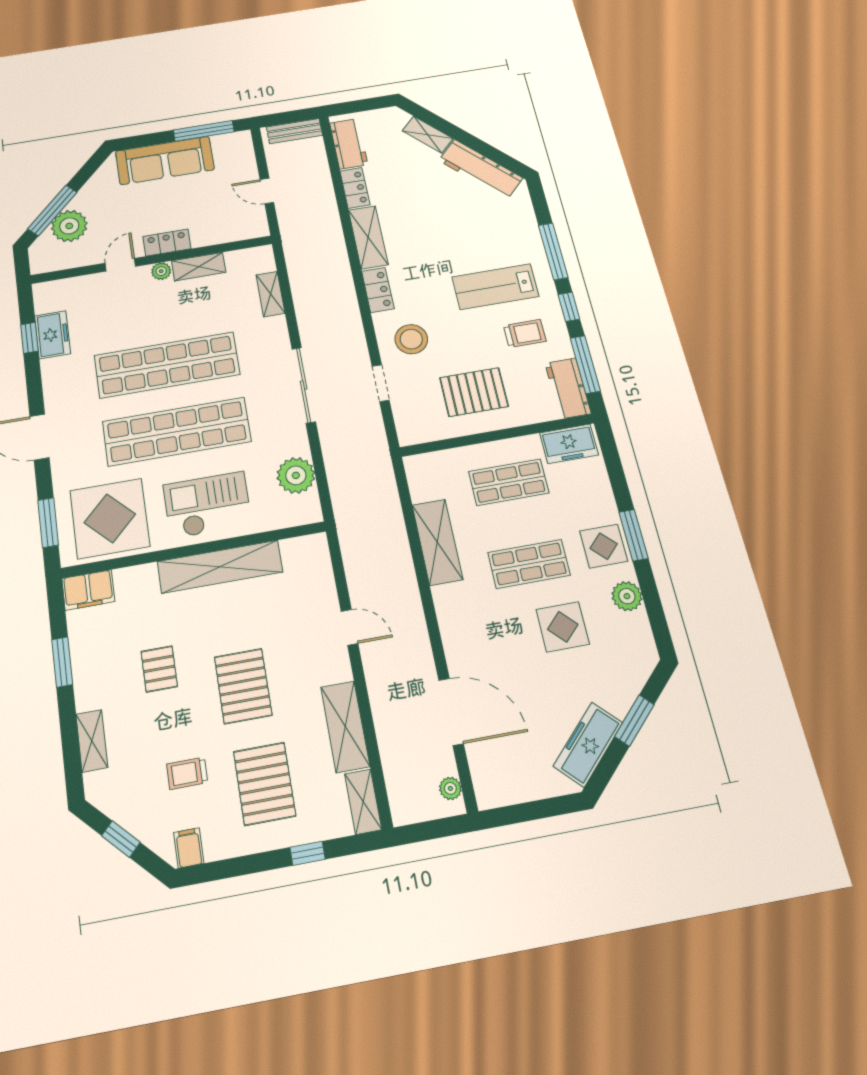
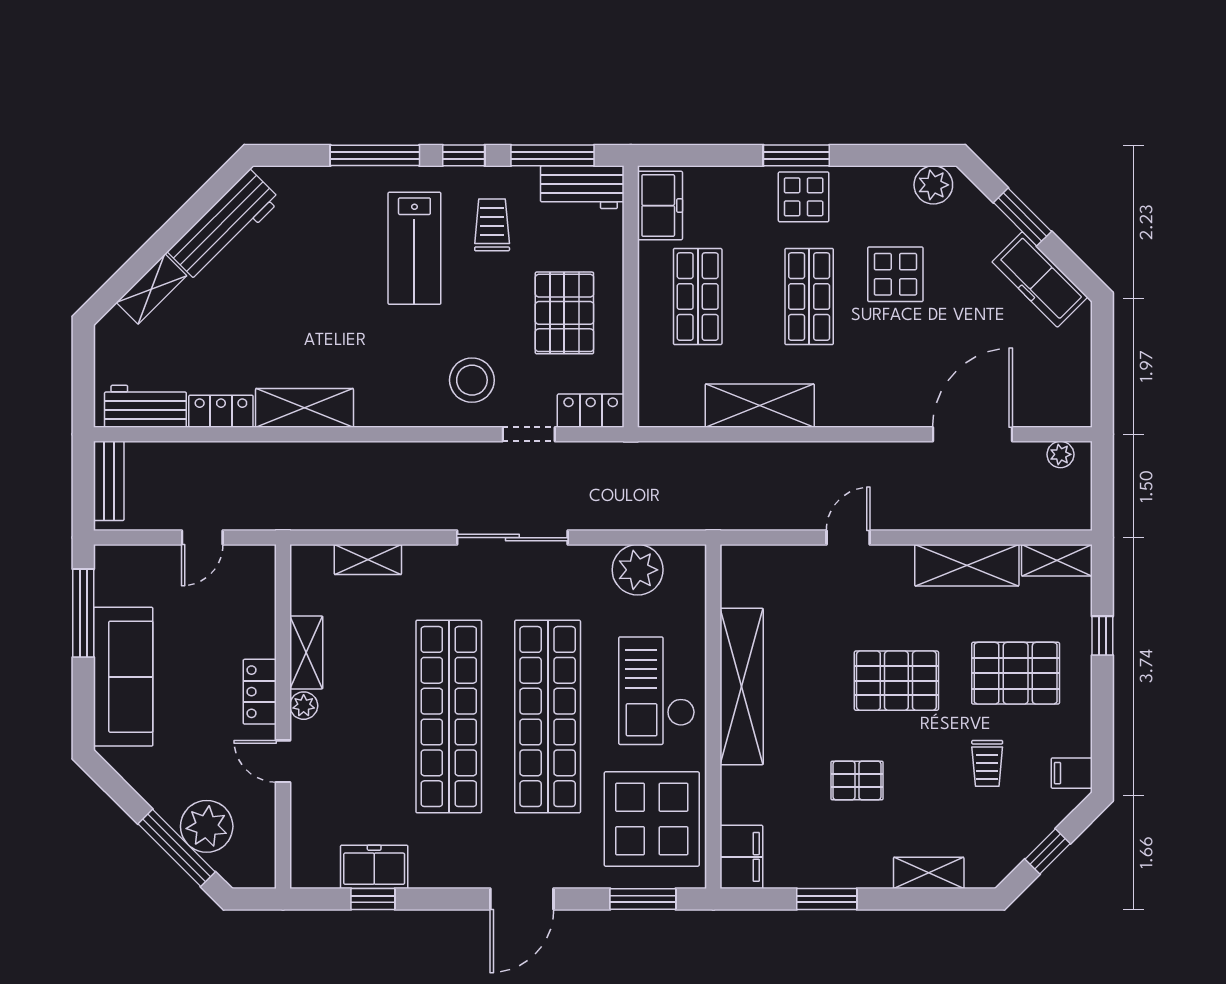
locker: (378, 290) -> (591, 411), moved
plant: (627, 596) -> (933, 185), moved

